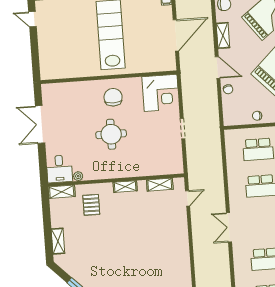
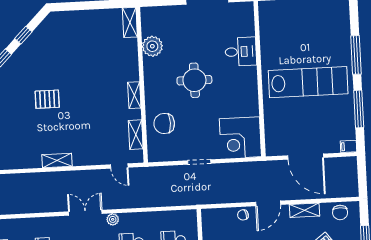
chair: (113, 97) -> (164, 124), moved, turned 180
desk: (59, 169) -> (241, 52), moved, turned 180
plant: (78, 176) -> (152, 46), width x1.88, depth x1.88
plant: (234, 203) -> (113, 219), added
pallet: (91, 205) -> (47, 99), moved
shelving: (58, 241) -> (57, 160), moved

